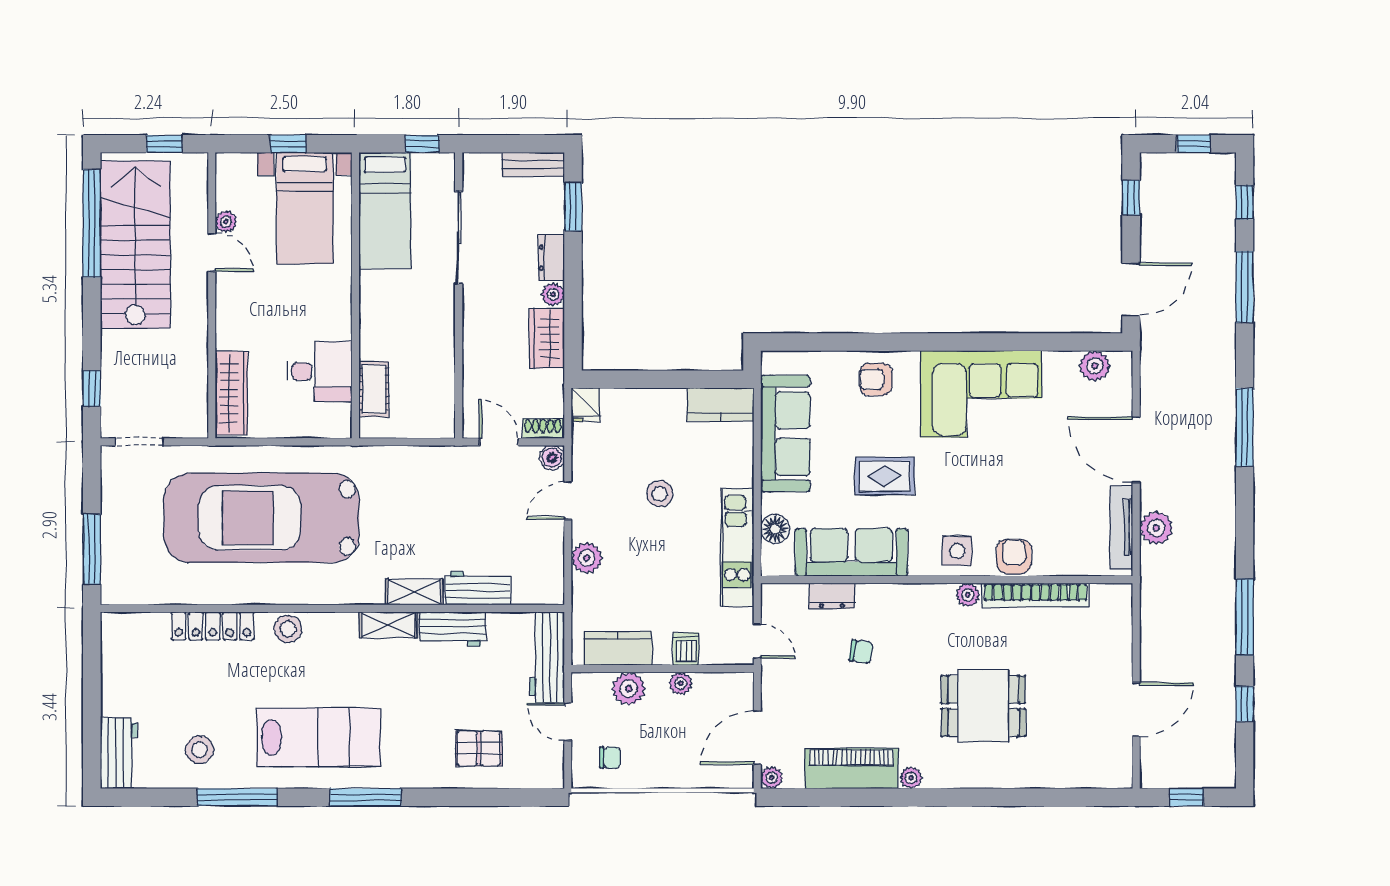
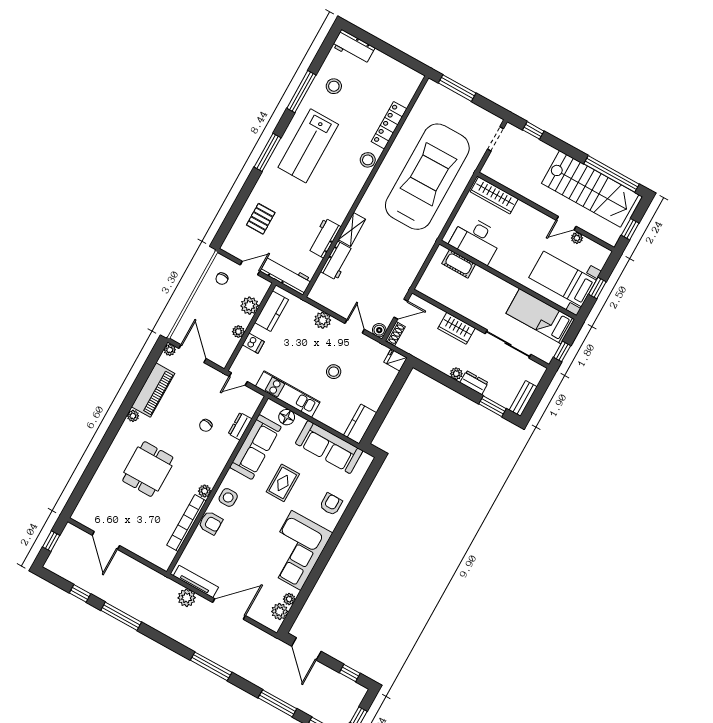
wardrobe: (547, 338) -> (456, 328), moved, turned 180
plant: (1066, 362) -> (289, 599), added
desk: (319, 371) -> (476, 240), width x1.37
shelving: (388, 625) -> (343, 209), removed

